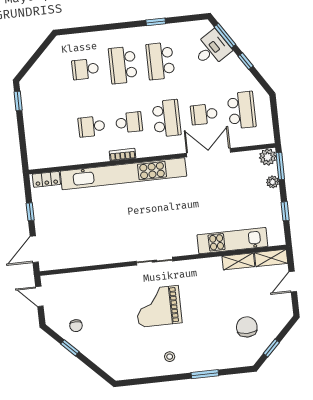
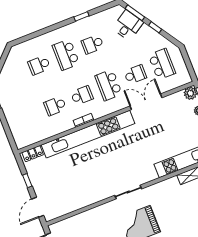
school desk: (160, 61) -> (93, 44), width x0.54
school desk: (204, 114) -> (135, 75), turned 180
school desk: (167, 118) -> (109, 85), turned 180

